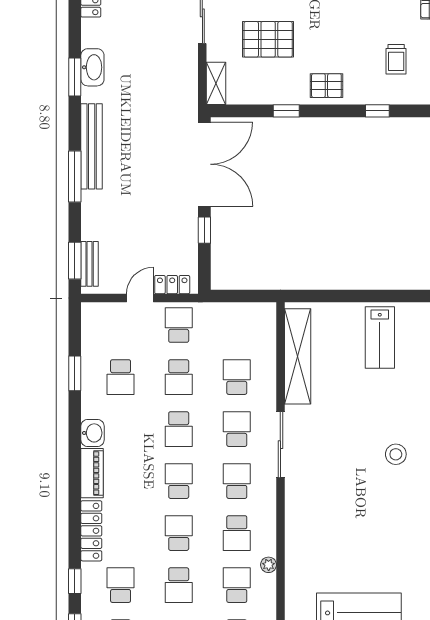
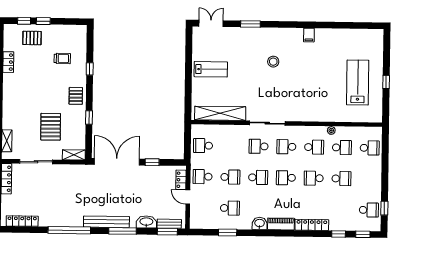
washbasin: (92, 67) -> (146, 222), moved
window: (75, 77) -> (69, 230), width x2.11
school desk: (237, 377) -> (203, 146), moved
school desk: (121, 585) -> (341, 210), removed
school desk: (237, 585) -> (342, 148), turned 180

